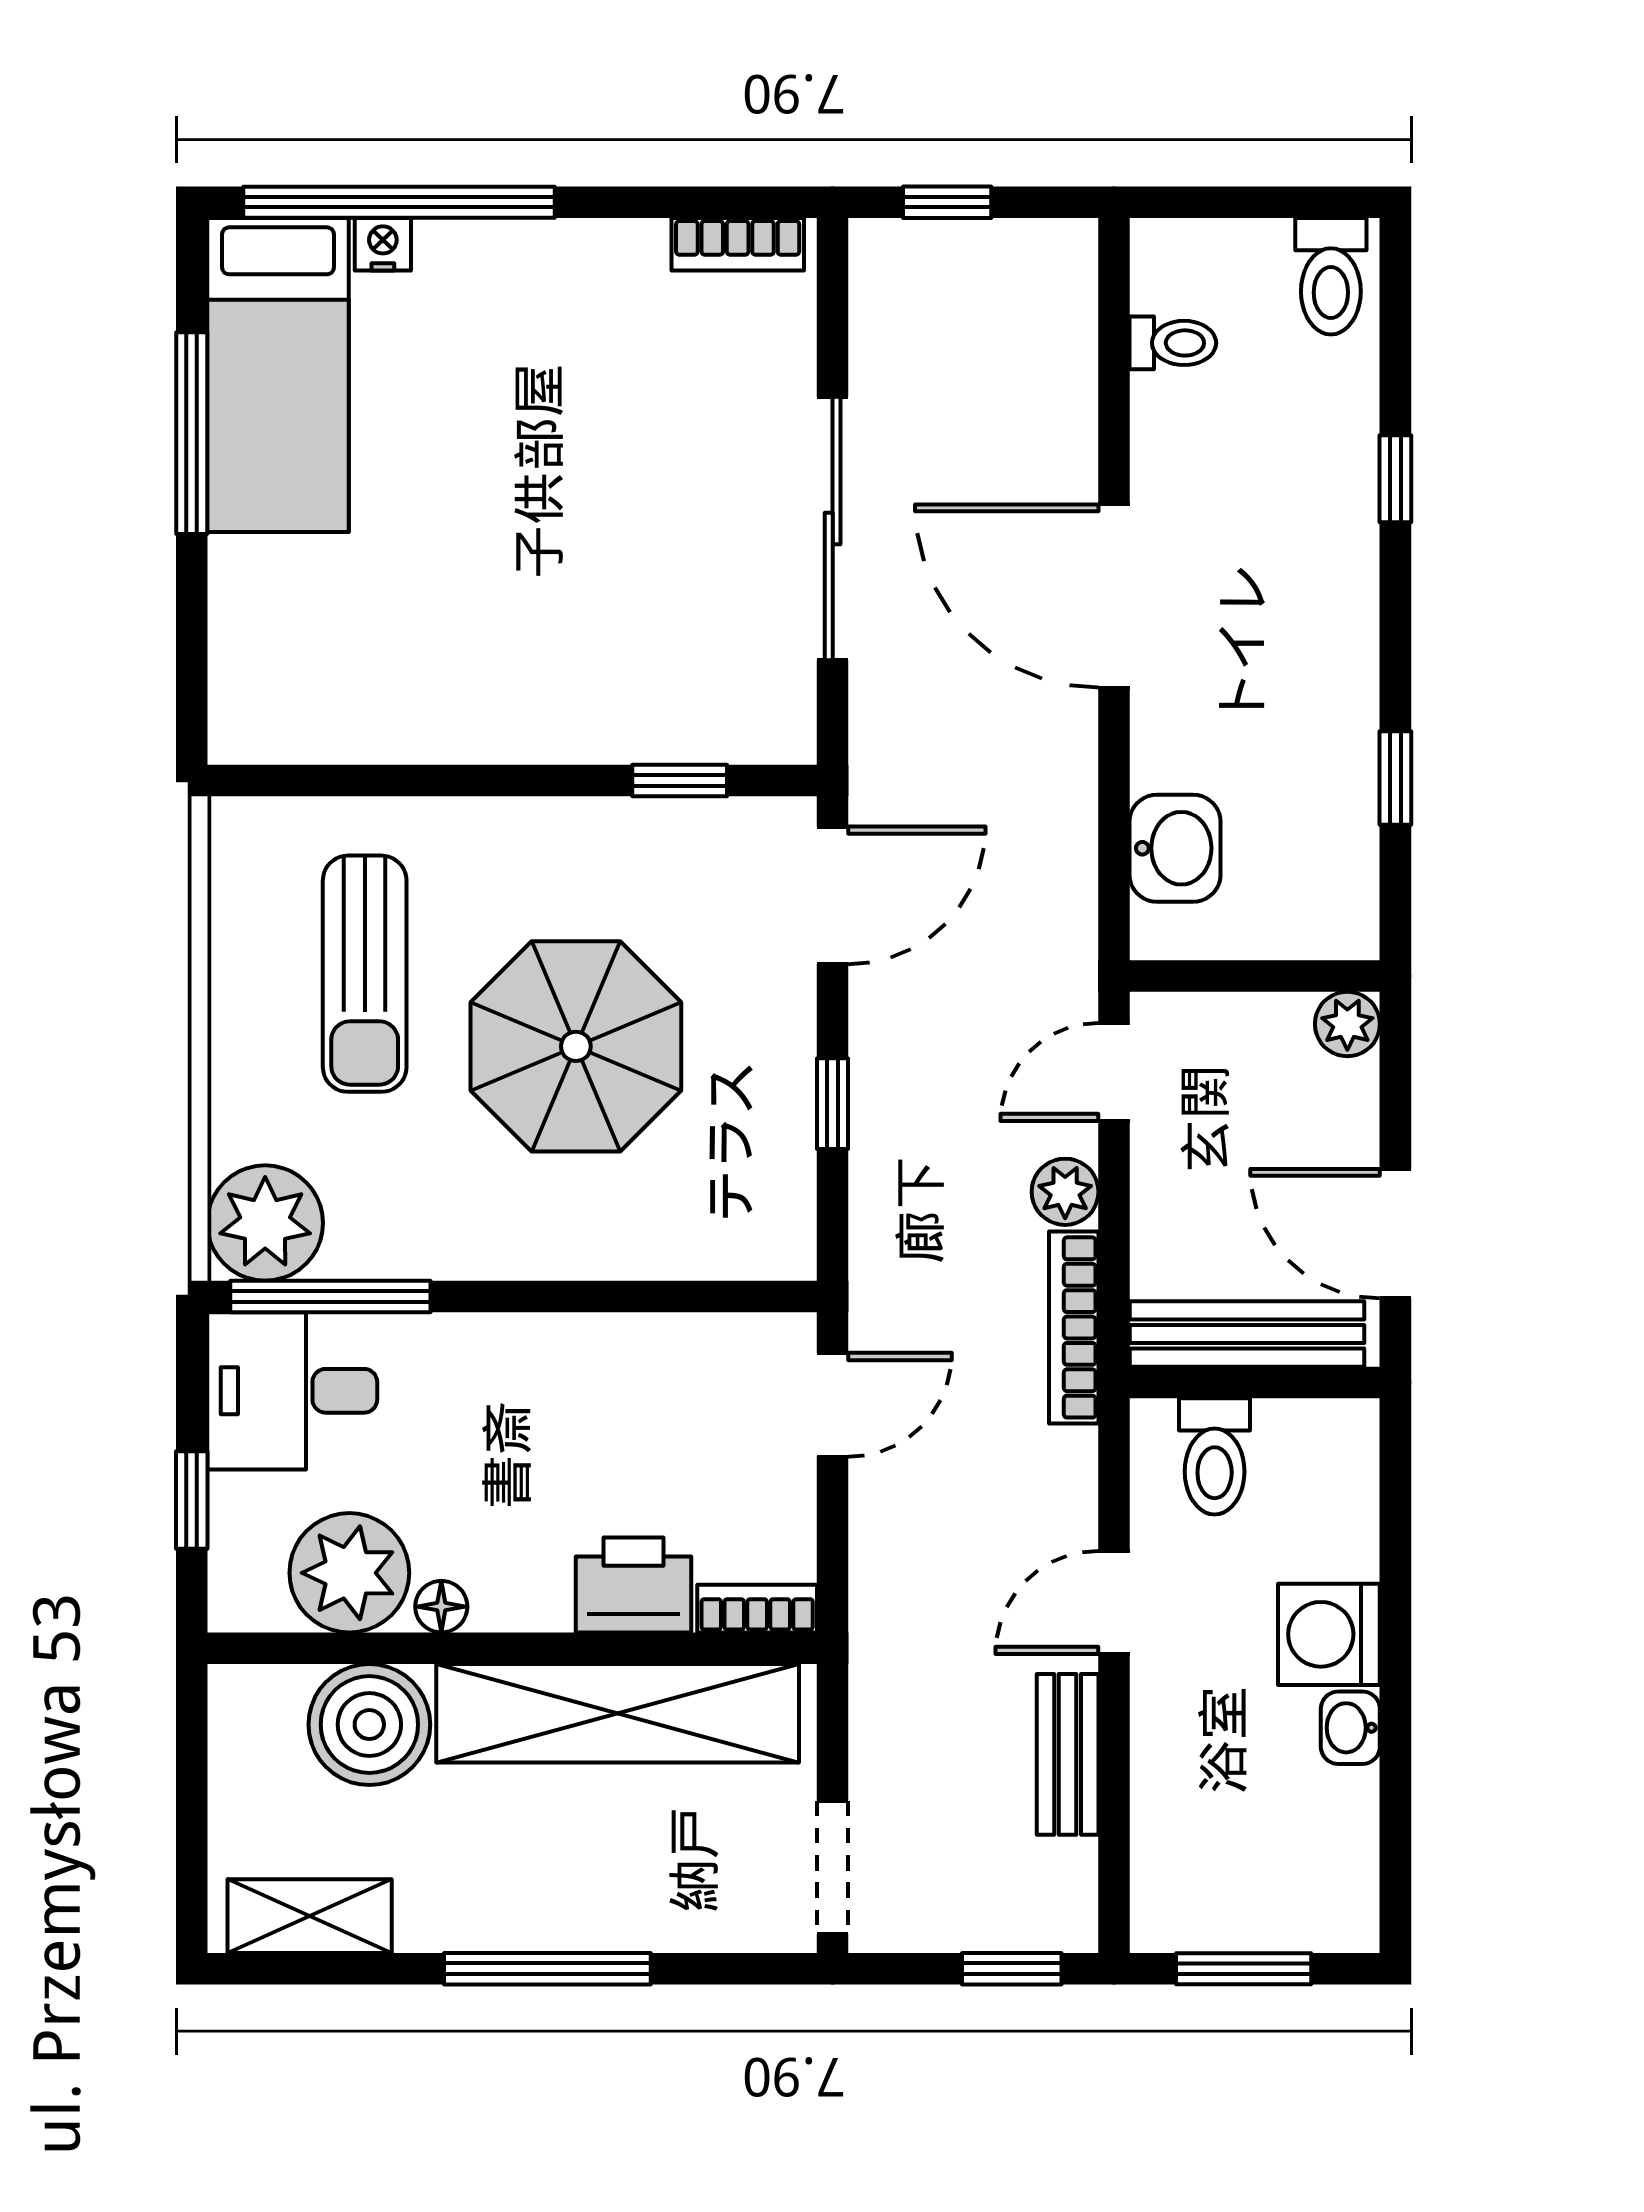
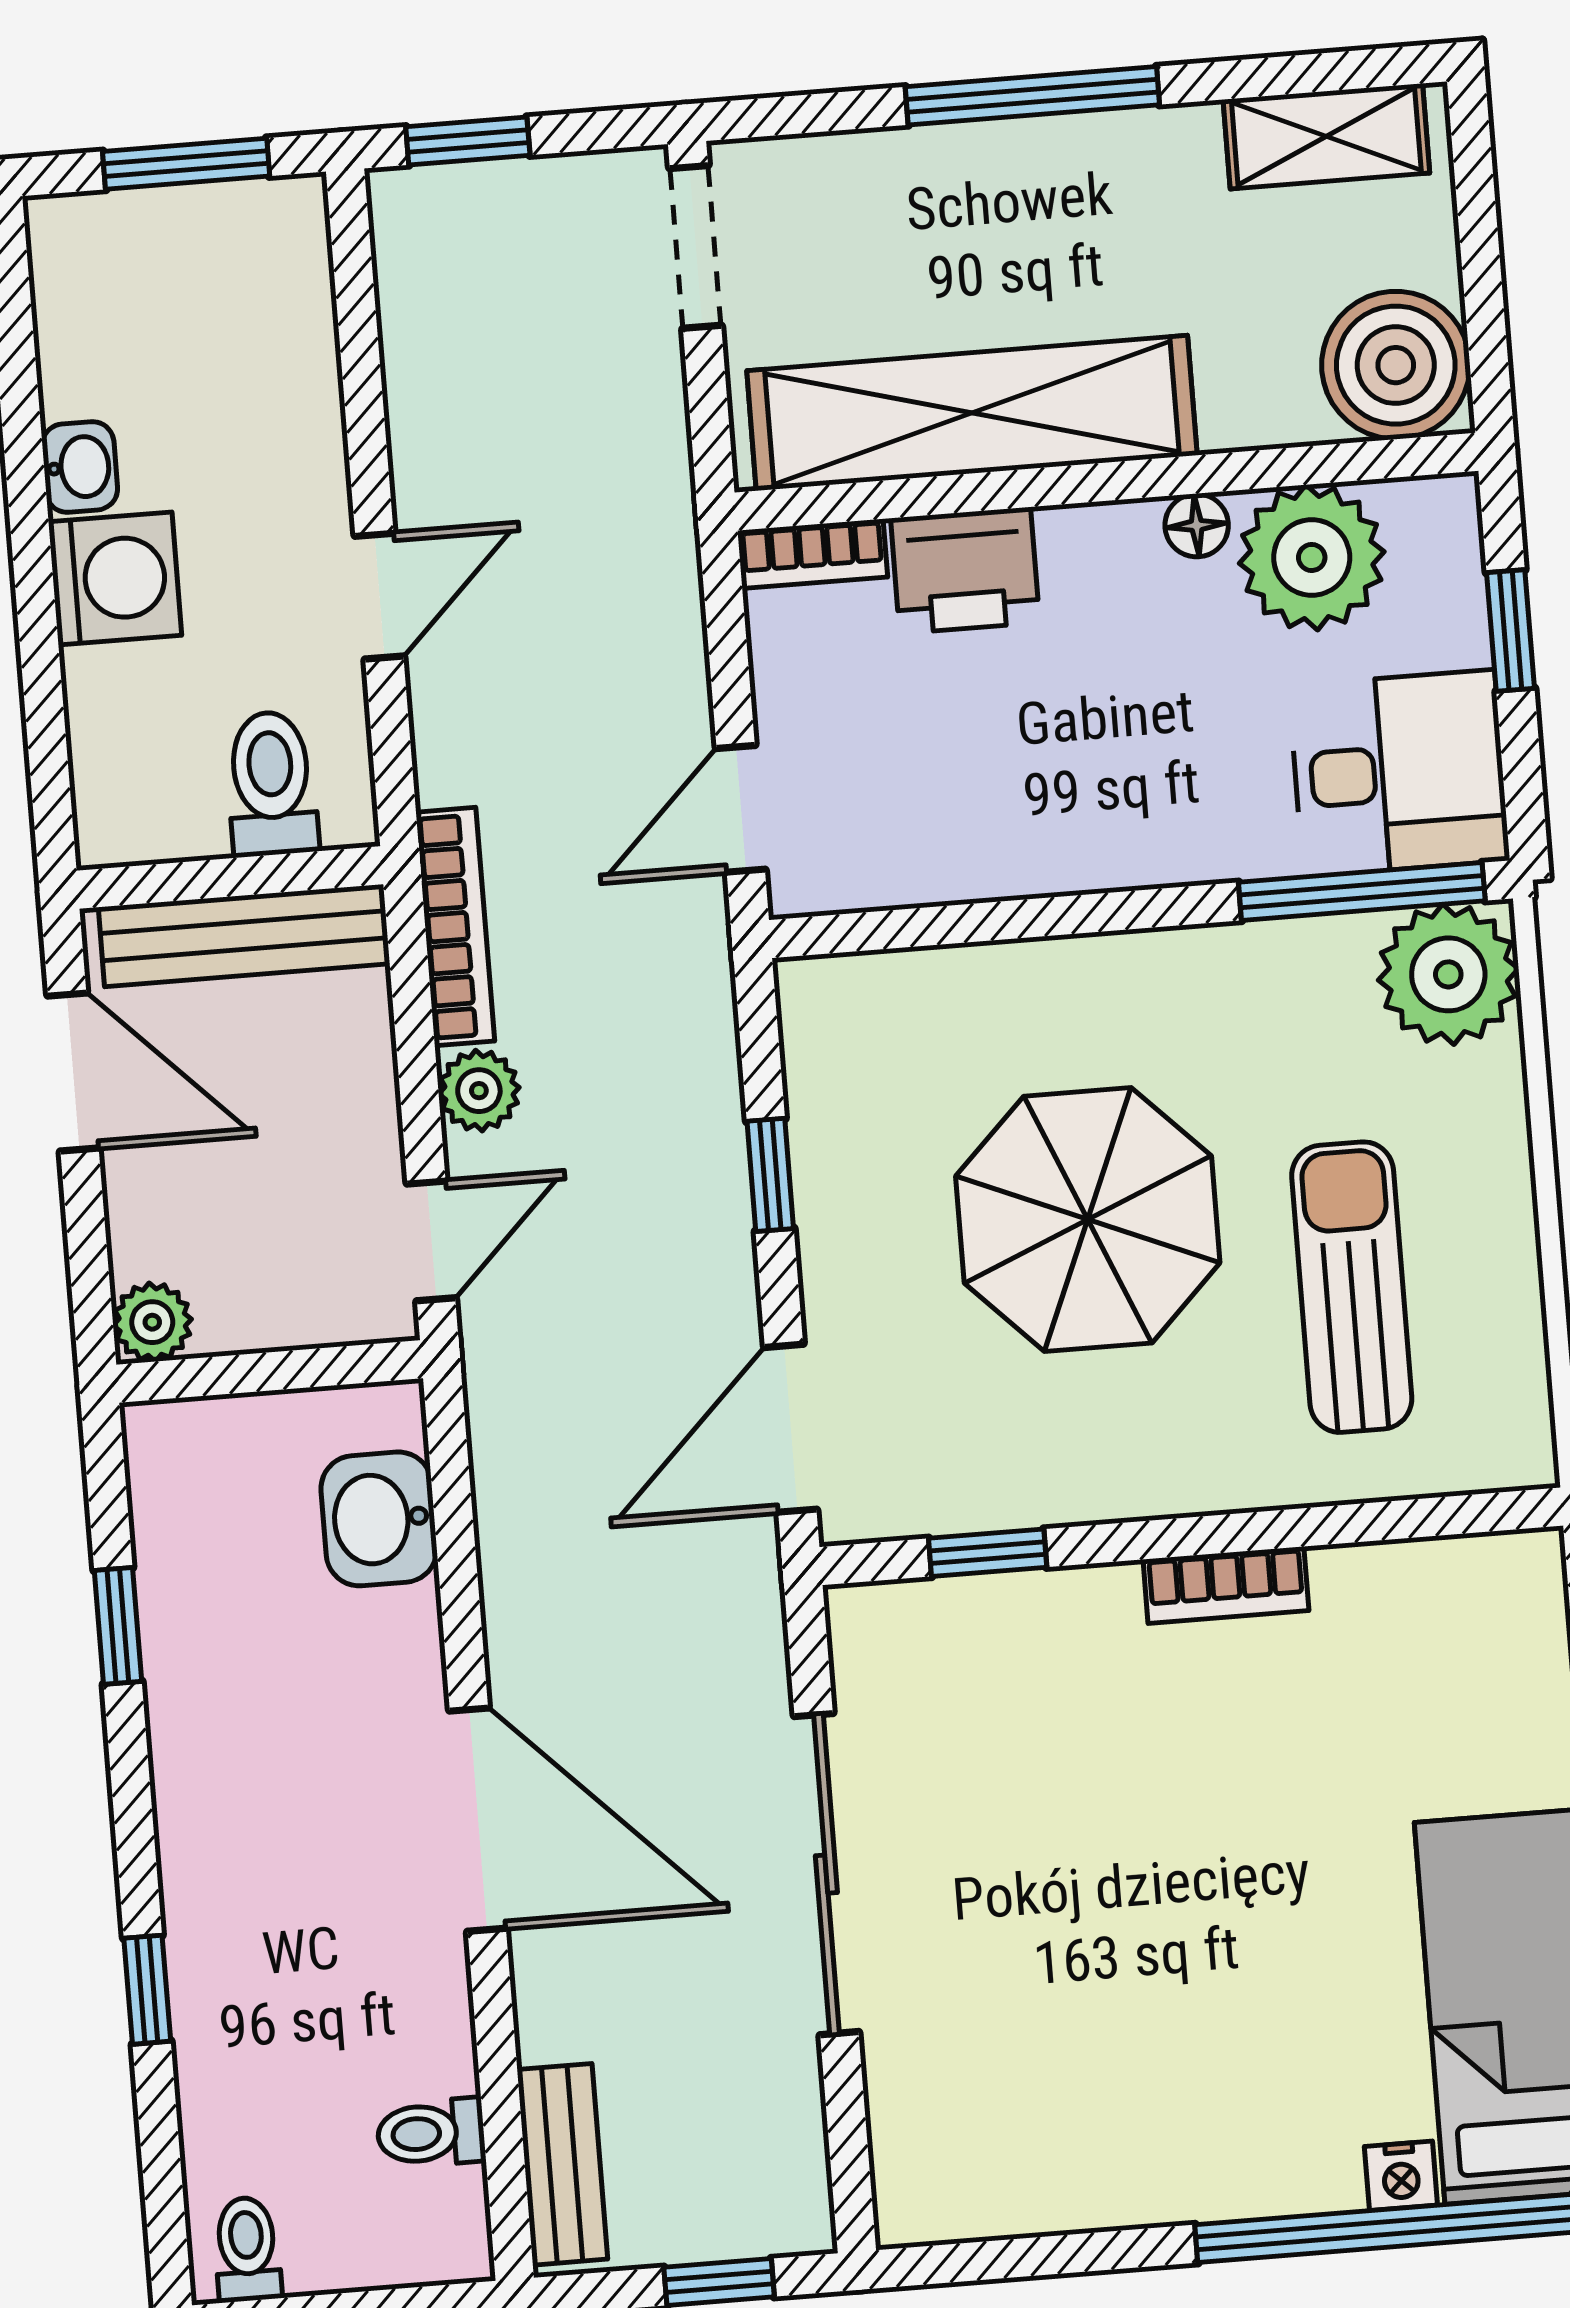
bookcase: (738, 244) -> (1226, 1585), moved, turned 180
toilet: (1331, 276) -> (247, 2249), width x0.73, depth x0.72
boiler: (369, 1725) -> (1396, 365), moved
bench: (1068, 1754) -> (562, 2164), moved

